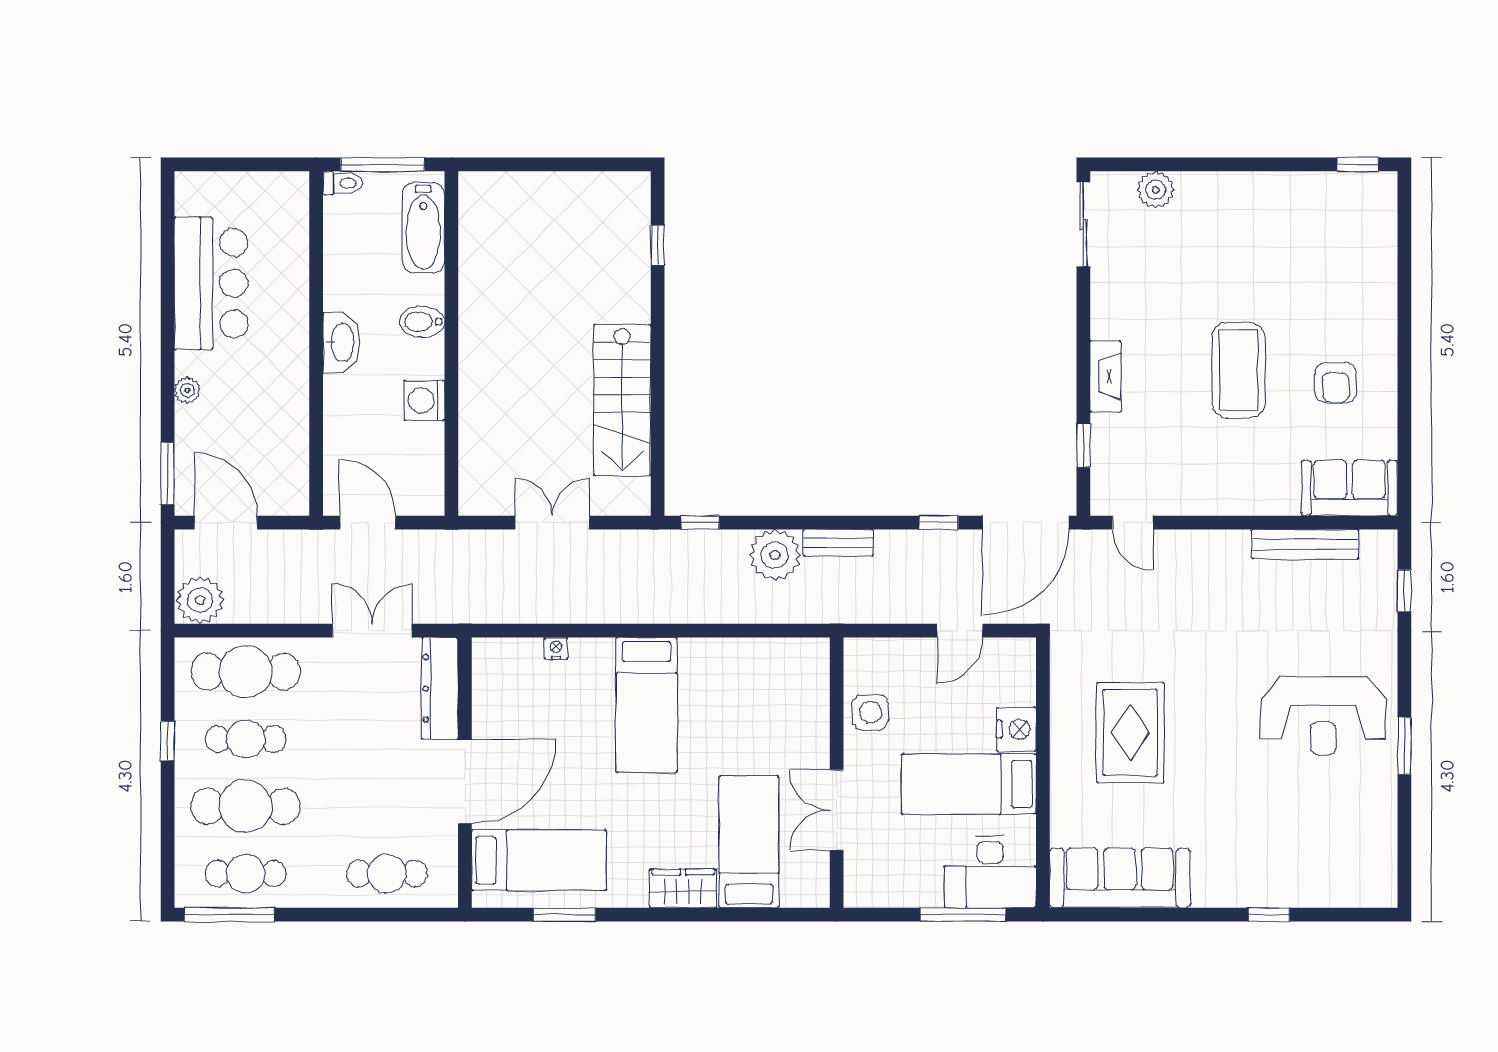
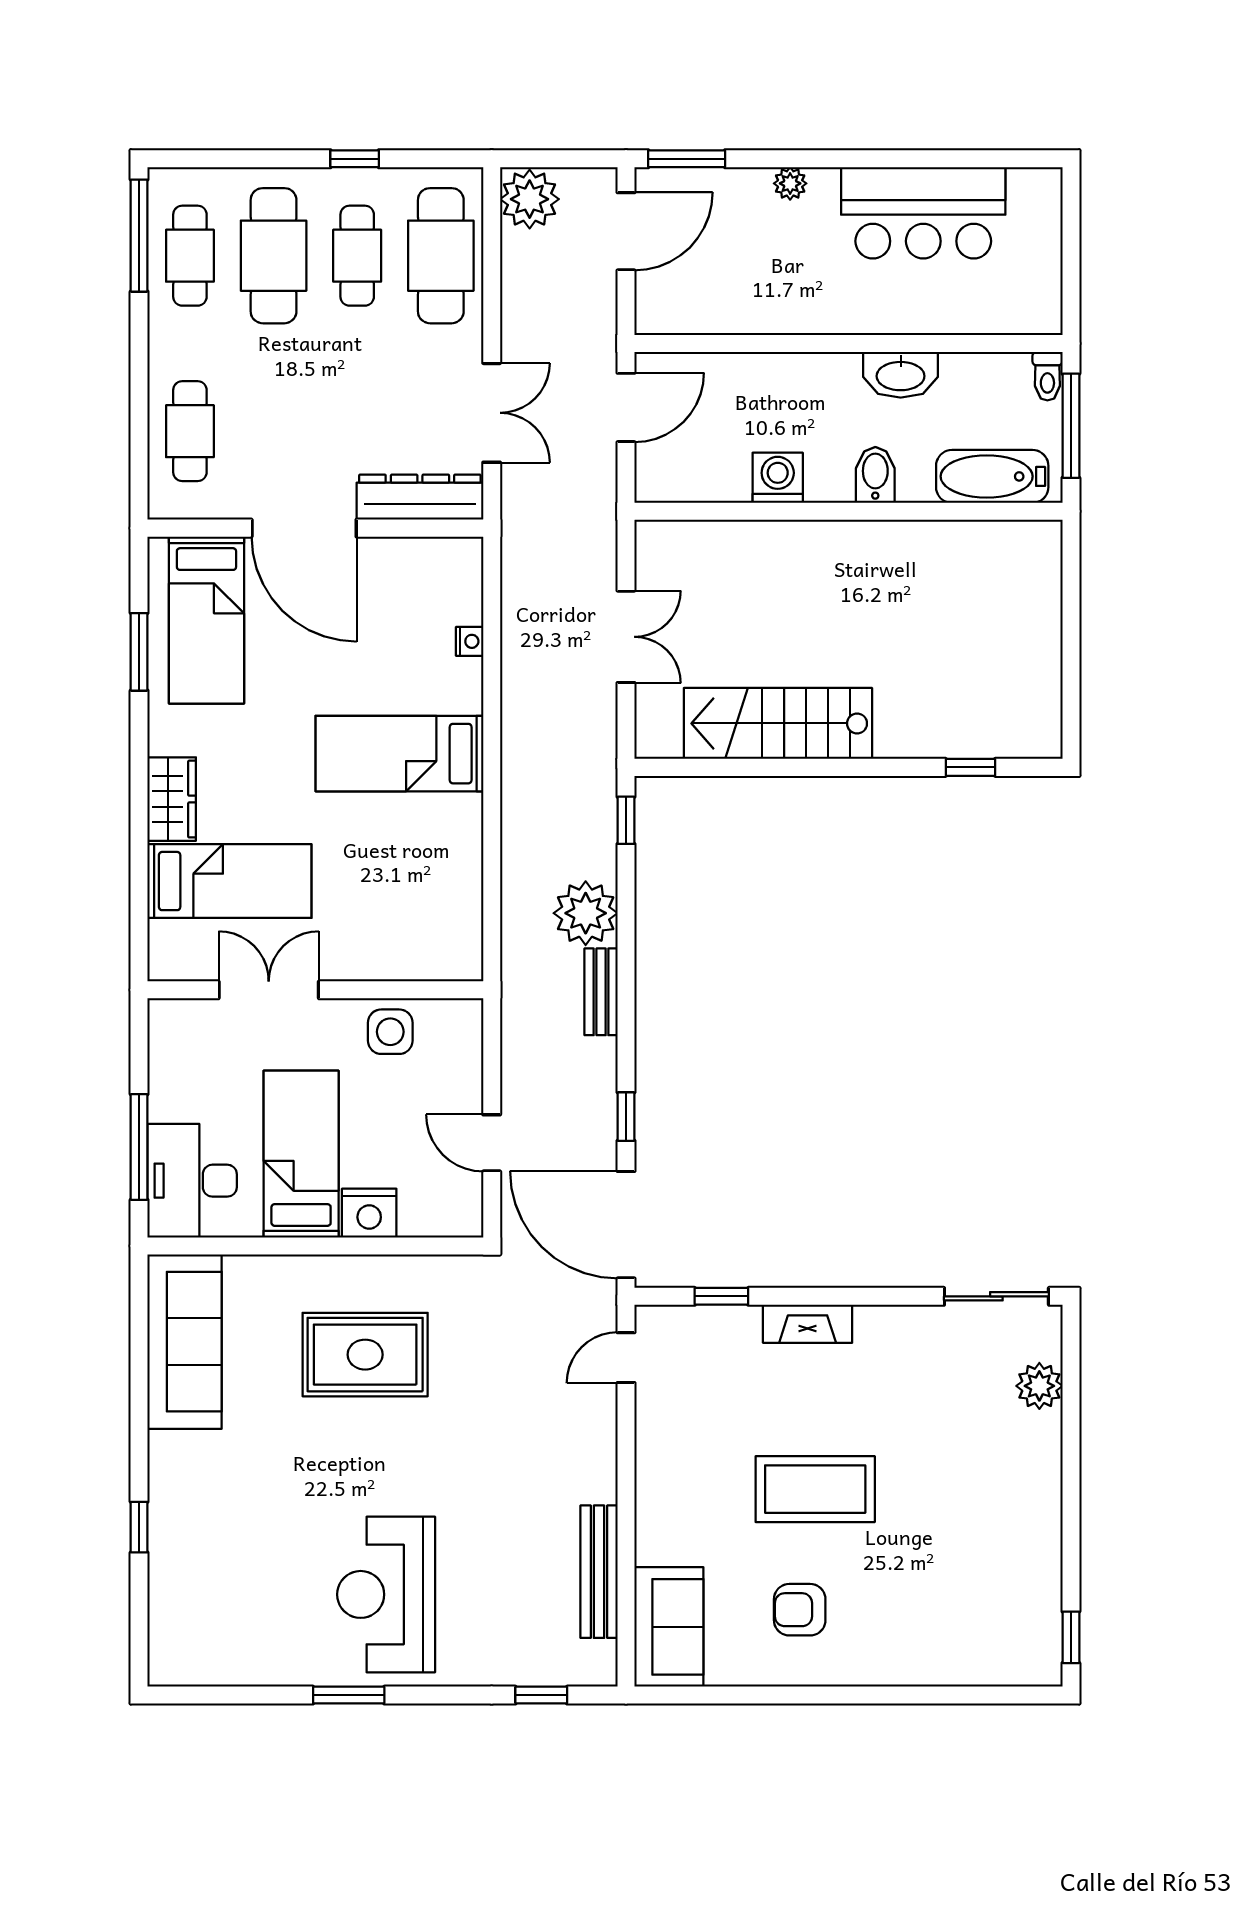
washbasin: (341, 342) -> (901, 375), moved

